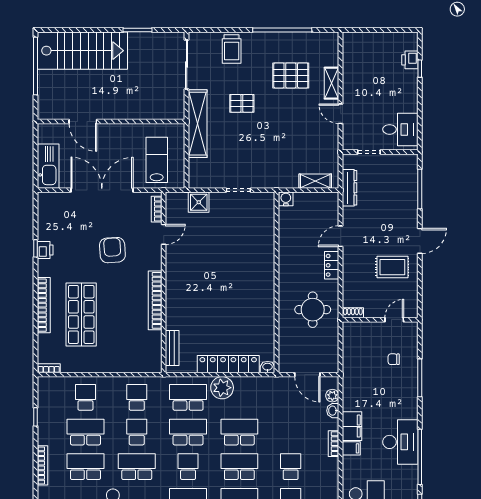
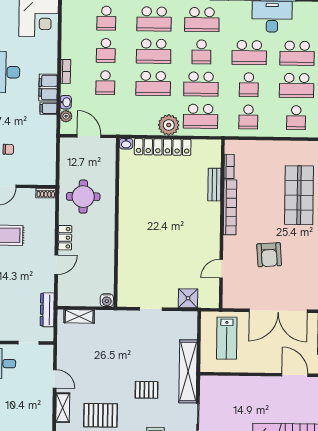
bookcase: (157, 209) -> (229, 166), moved
bench: (172, 348) -> (214, 185), moved
school desk: (291, 432) -> (105, 83), added
filing cabinet: (351, 448) -> (48, 108), moved

